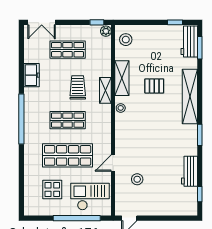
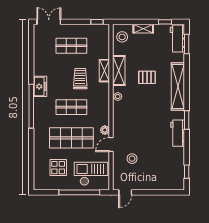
double door: (42, 22) -> (49, 22), swing flipped
shelving: (150, 30) -> (143, 29), added
plant: (106, 31) -> (105, 130), moved
freezer: (32, 75) -> (40, 86), moved
shelving: (105, 90) -> (104, 71), moved
workbench: (189, 171) -> (178, 133), moved

